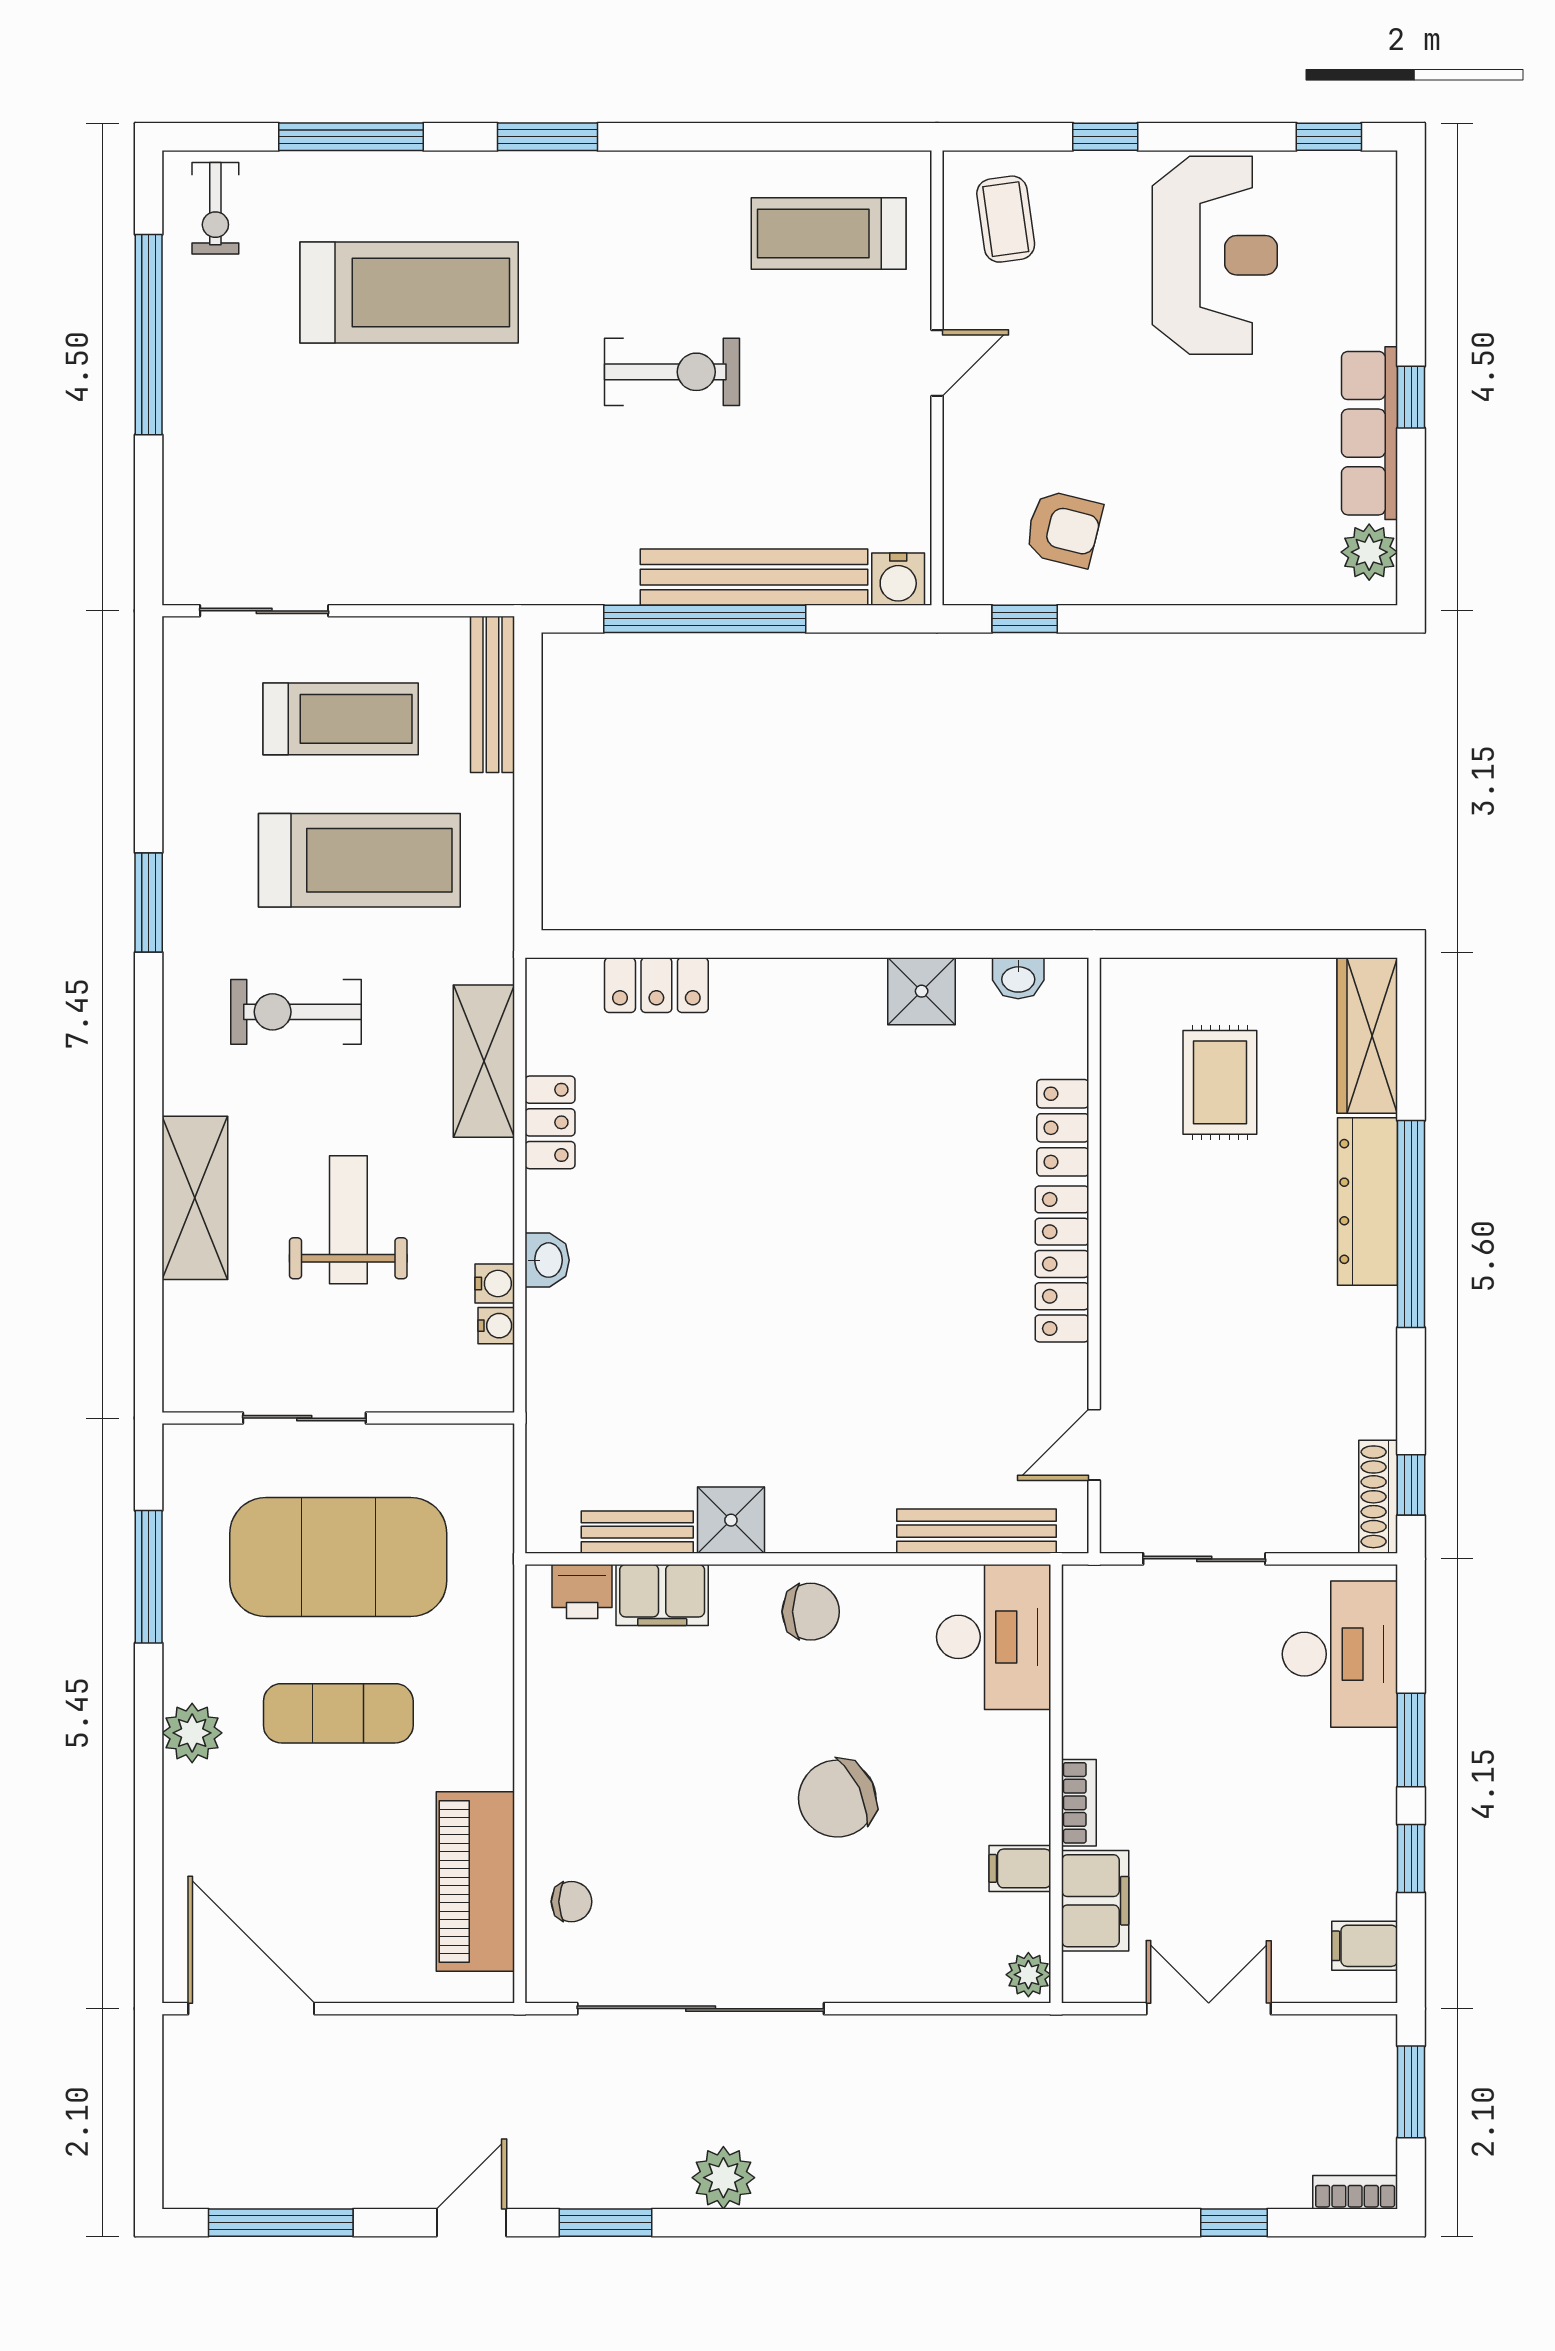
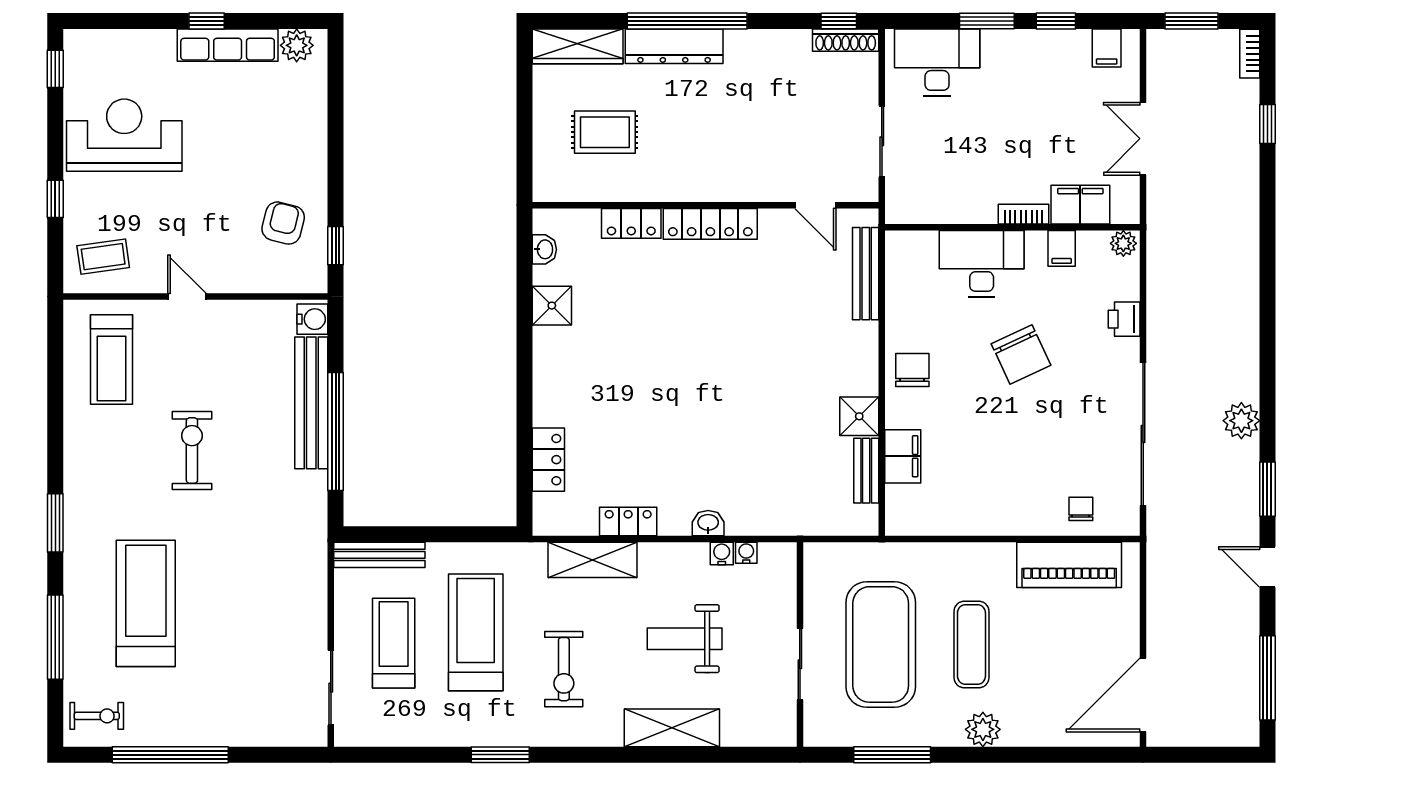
printer: (582, 1591) -> (1124, 319), moved, turned 180
desk: (994, 1637) -> (982, 264), moved

